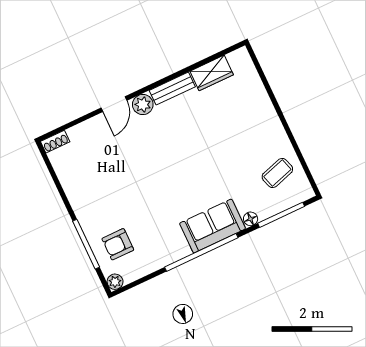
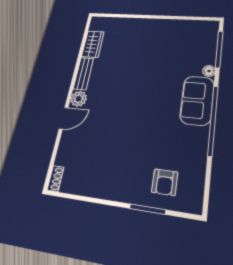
door: (114, 104) -> (64, 118), hinge flipped
coffee table: (277, 173) -> (187, 37), removed
window: (86, 244) -> (148, 209), width x0.69
plant: (115, 282) -> (195, 206), removed

